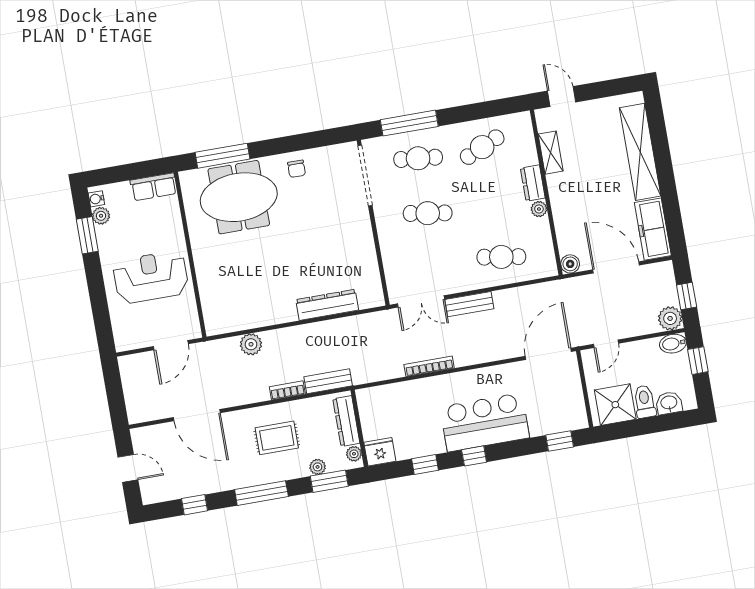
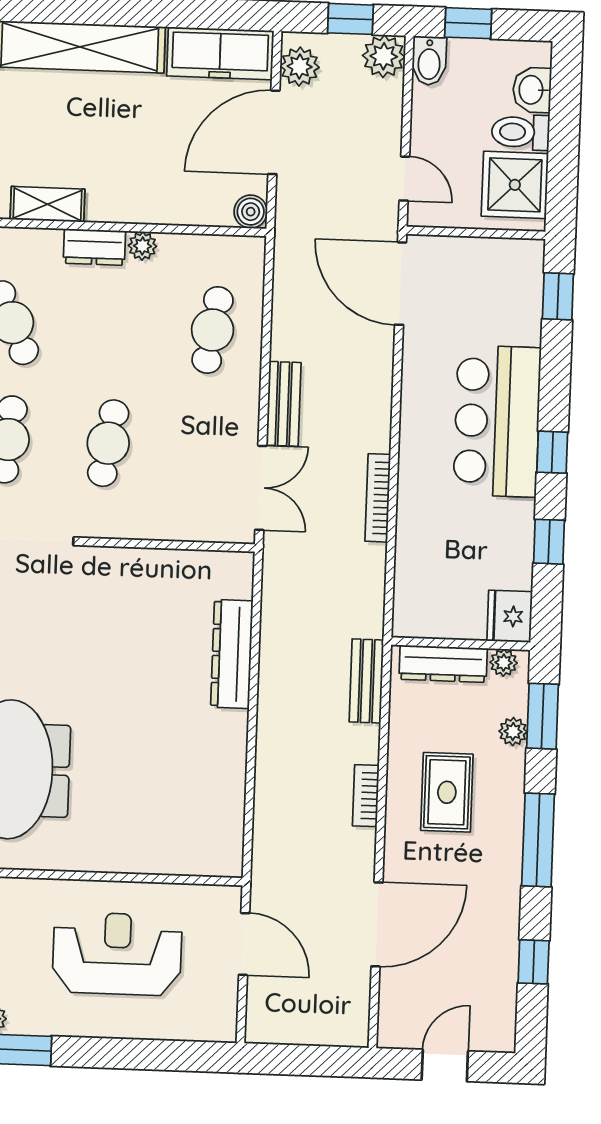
reception desk: (151, 277) -> (117, 954), turned 90
plant: (251, 344) -> (300, 67), moved
bookcase: (287, 390) -> (366, 796), moved

